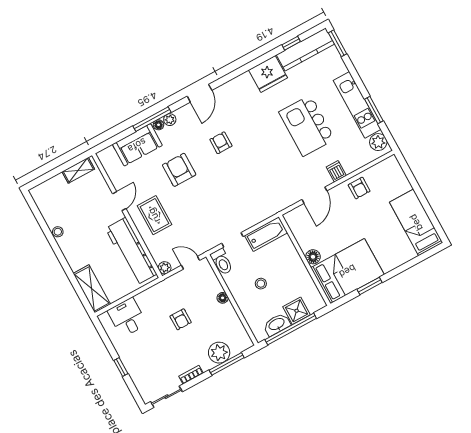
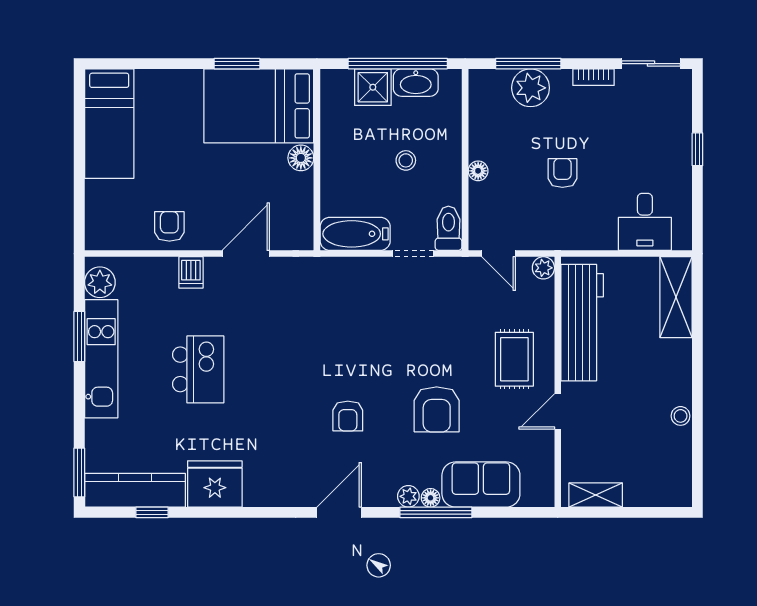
kitchen island: (307, 126) -> (198, 369), width x0.73, depth x0.78

